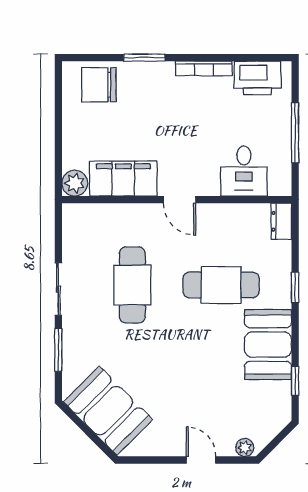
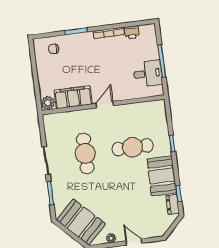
printer: (258, 78) -> (132, 32), width x0.53, depth x0.68
chair: (99, 85) -> (54, 49), width x0.54, depth x0.54
desk: (244, 171) -> (148, 74), moved, turned -90
door: (180, 200) -> (105, 105), swing flipped
dresser: (281, 221) -> (173, 204), moved
plant: (245, 448) -> (111, 238), moved

